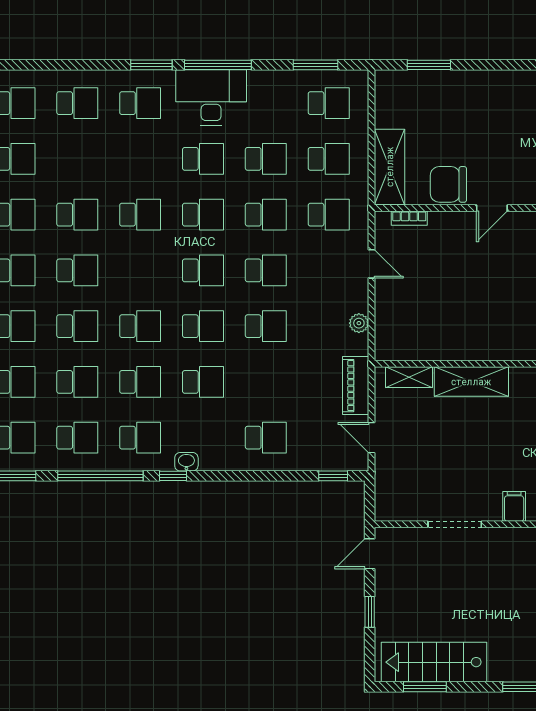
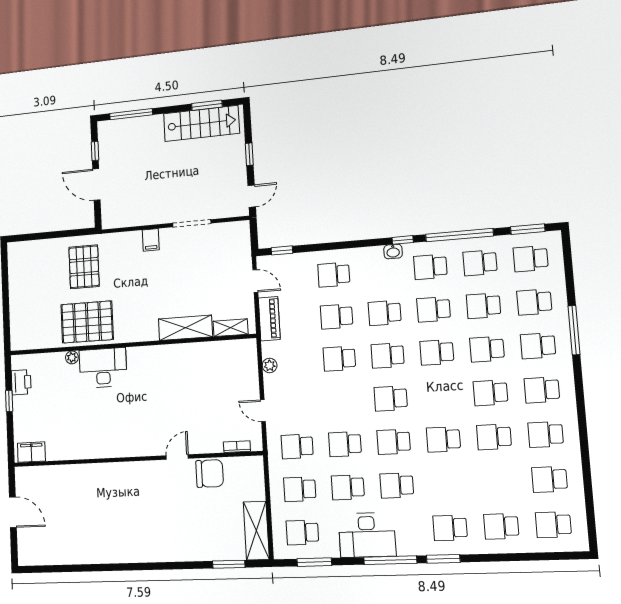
desk: (211, 97) -> (367, 535), moved
shelving: (390, 167) -> (256, 531), moved
school desk: (266, 270) -> (337, 316), moved

